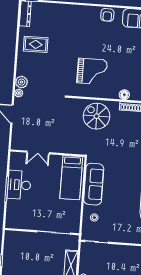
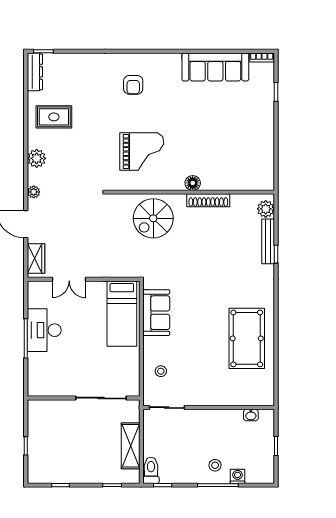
armchair: (107, 15) -> (133, 85), moved
plant: (21, 82) -> (37, 158), moved
spiral stairs: (97, 116) -> (153, 218), turned -90
wardrobe: (17, 137) -> (36, 259), added
sofa: (94, 184) -> (156, 313), width x0.73

